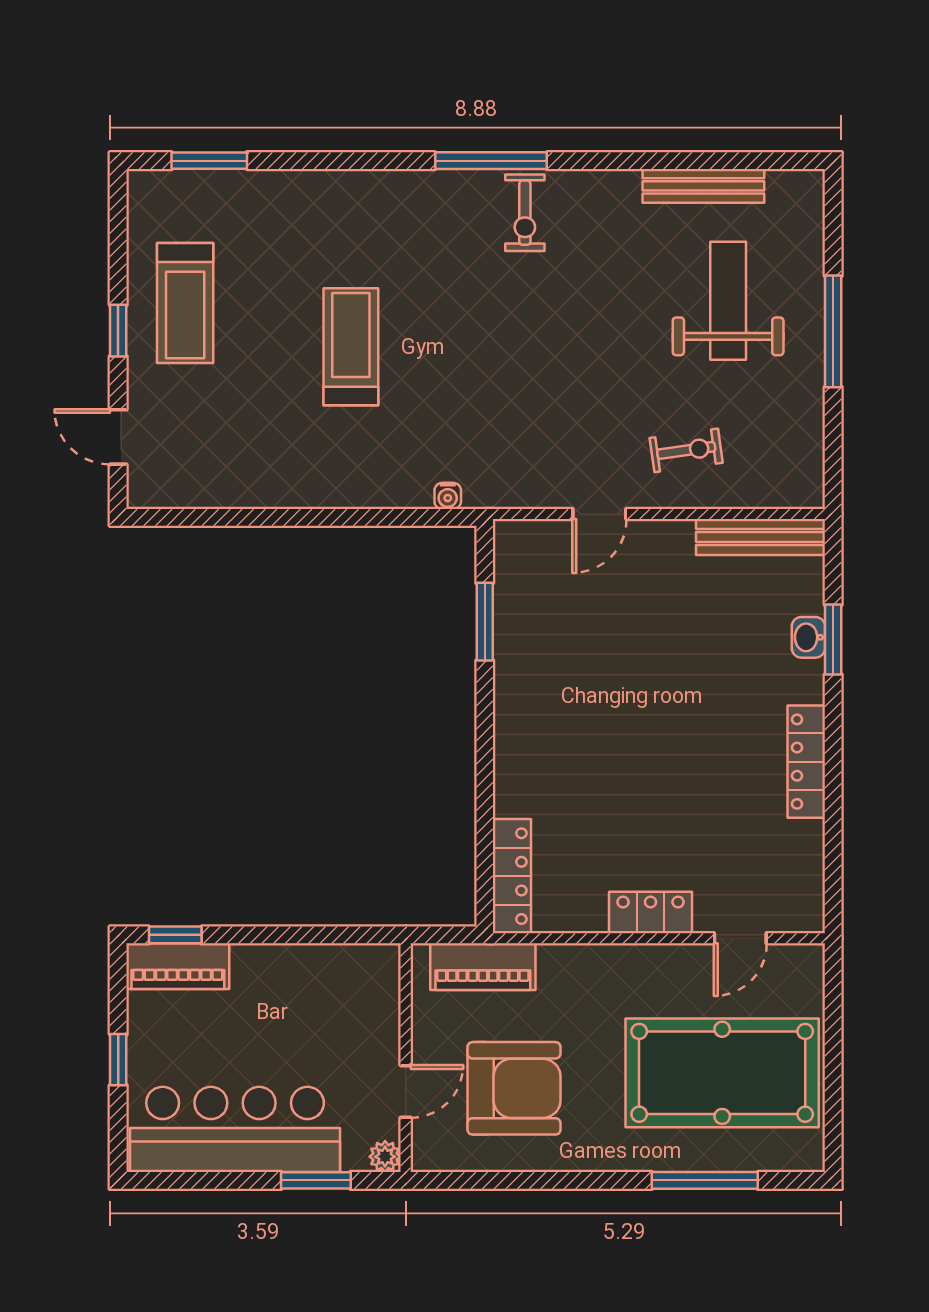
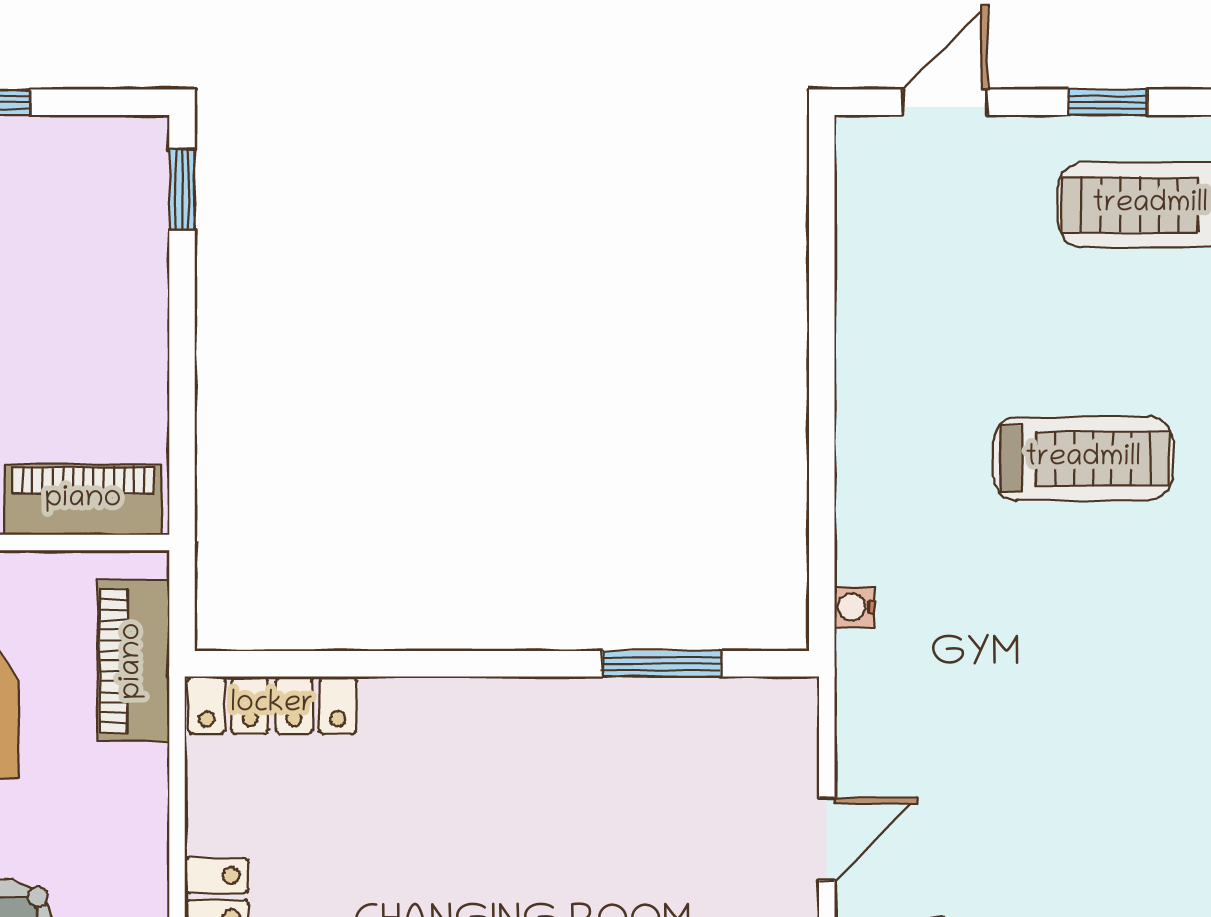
door: (599, 514) -> (827, 839), swing flipped
piano: (178, 966) -> (83, 500), moved, turned 90

